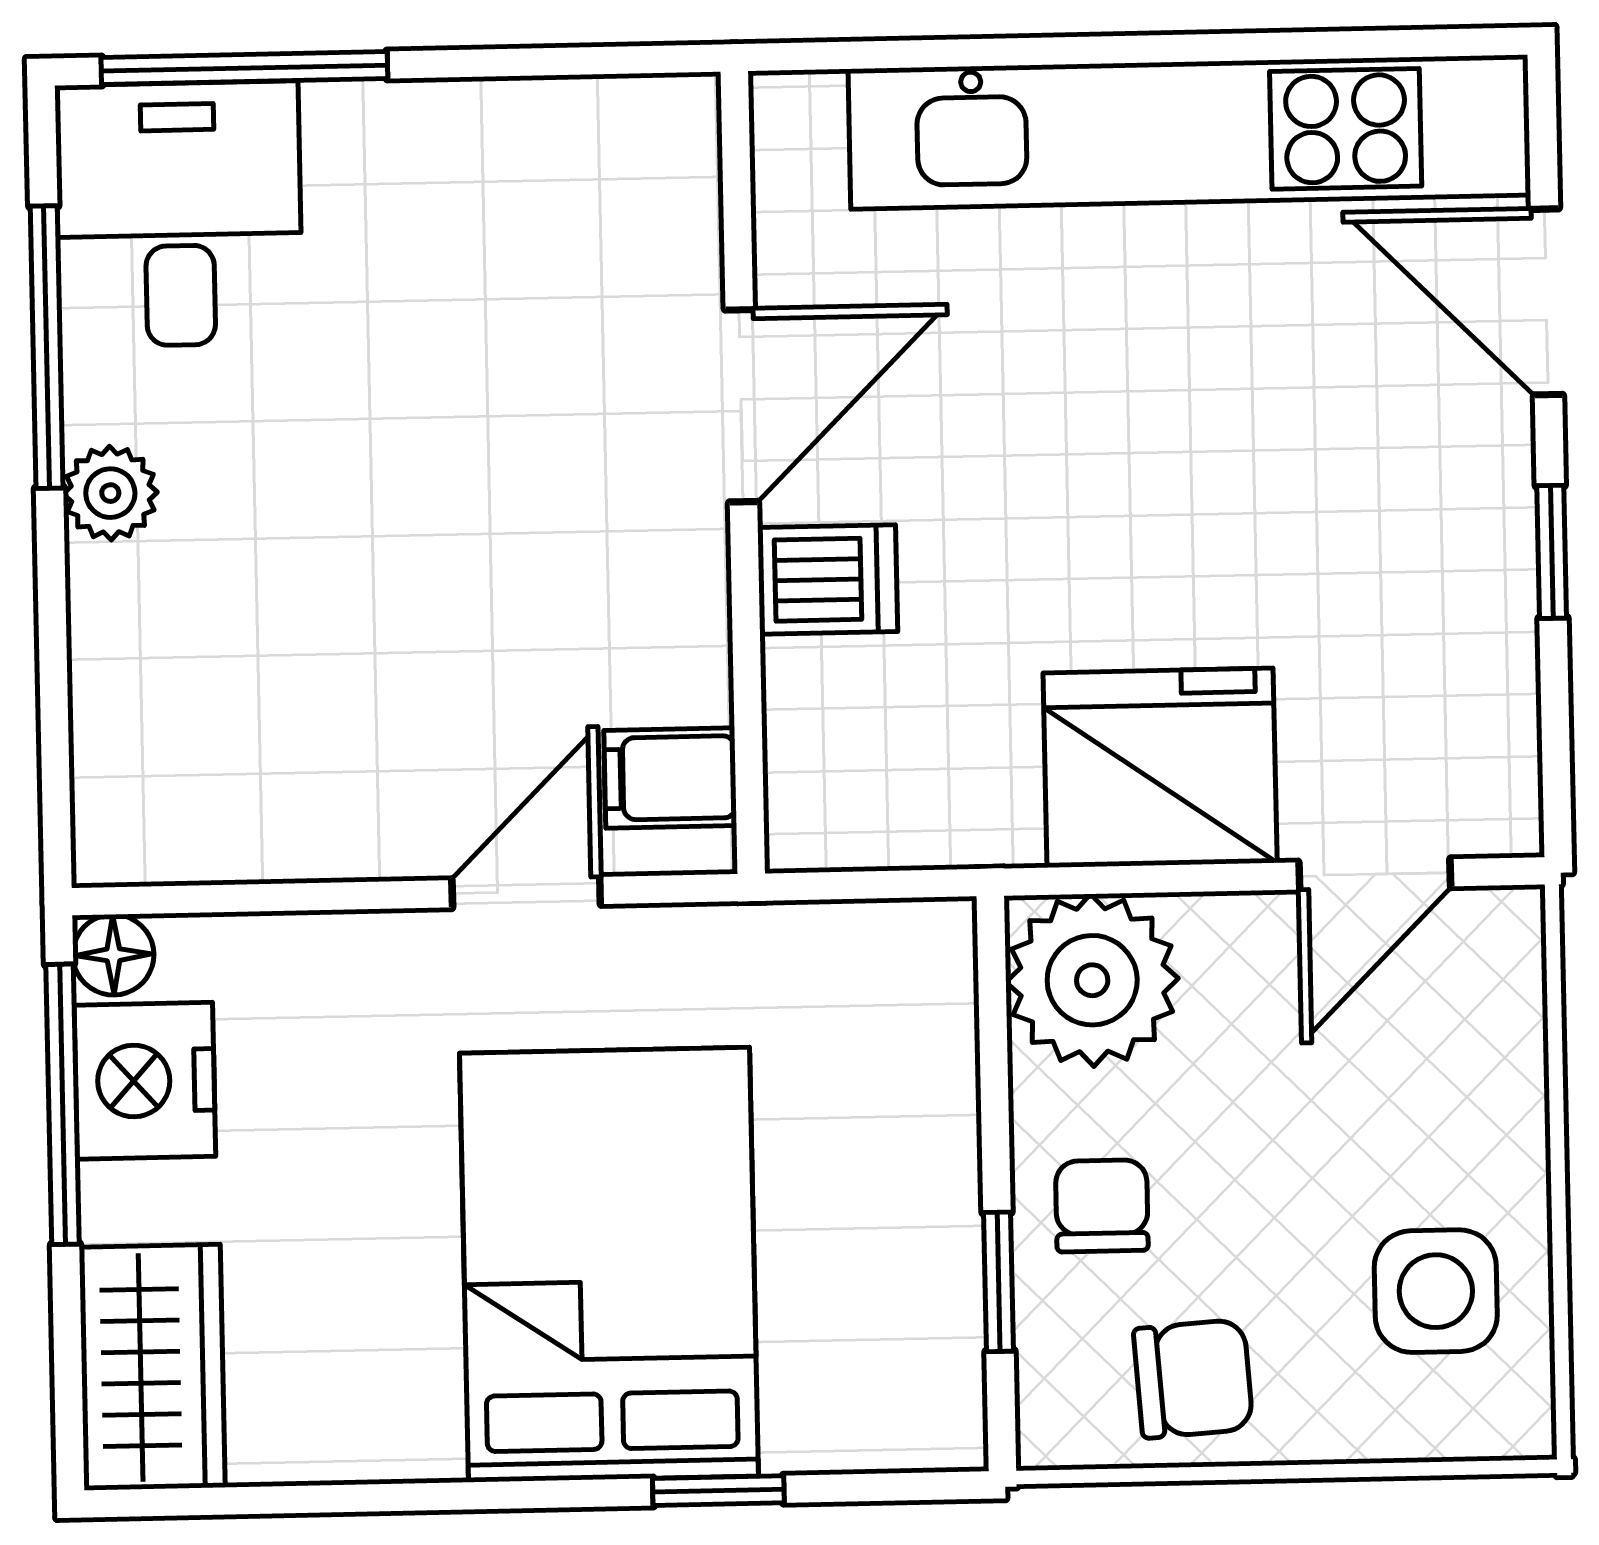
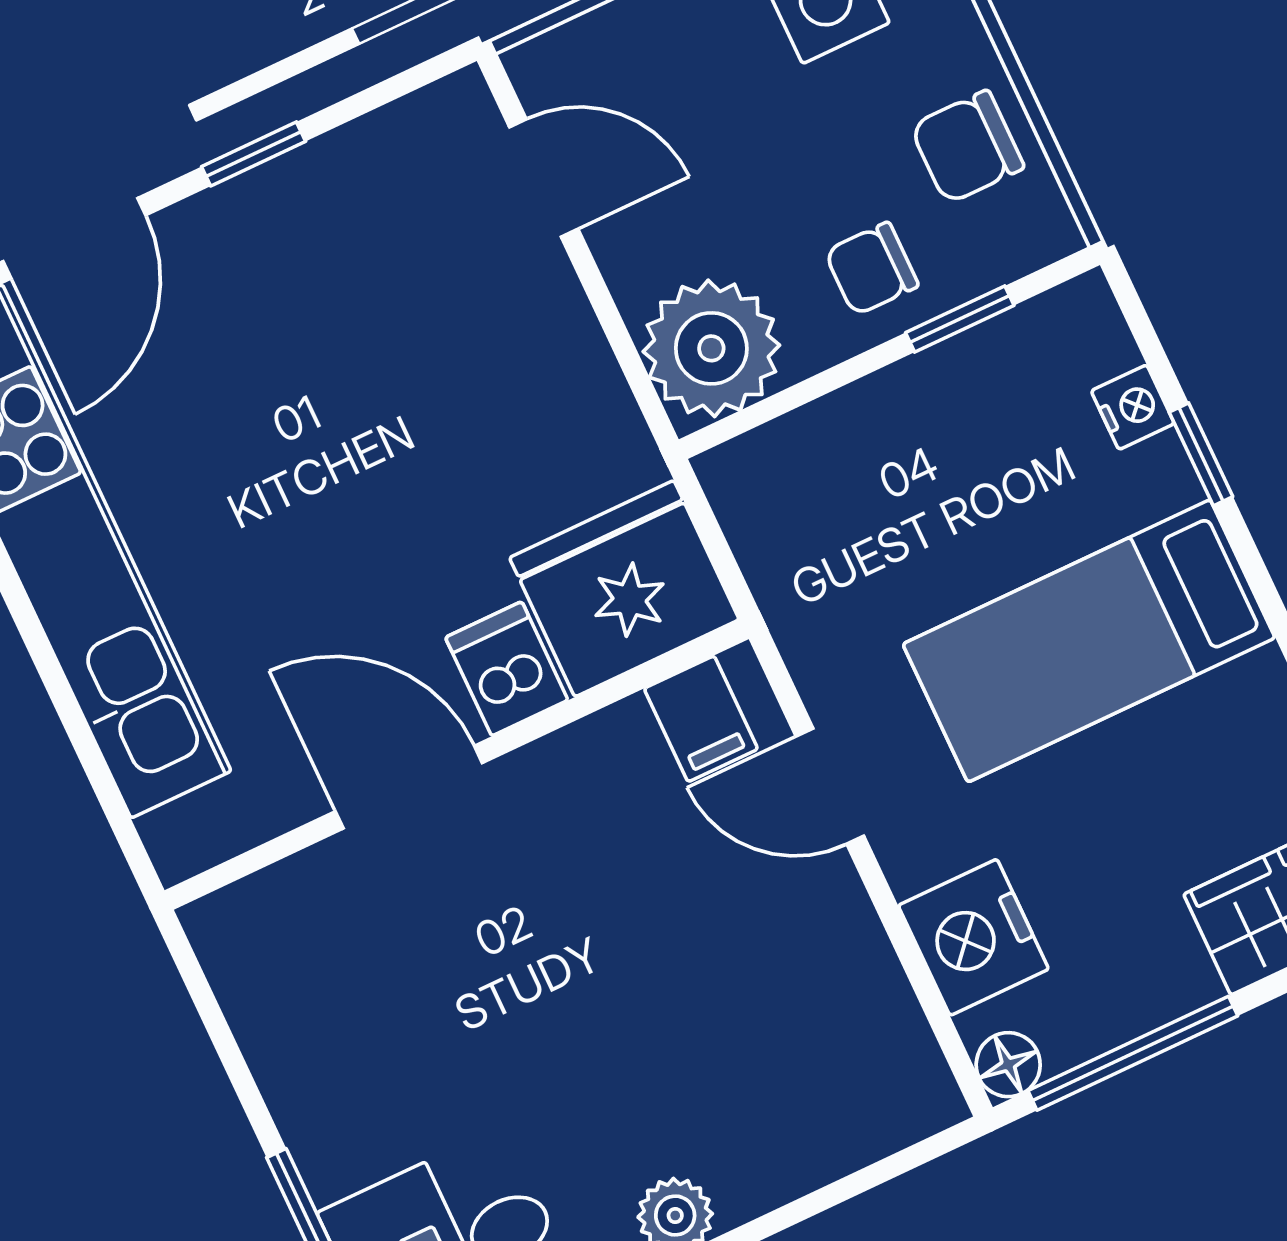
fridge: (1160, 768) -> (624, 589), moved, turned 90
nightstand: (145, 1081) -> (973, 937), moved, turned 90
bed: (609, 1265) -> (1089, 641), width x0.67
chair: (1193, 1379) -> (967, 147), turned -86
nightstand: (808, 1436) -> (1133, 407), added

